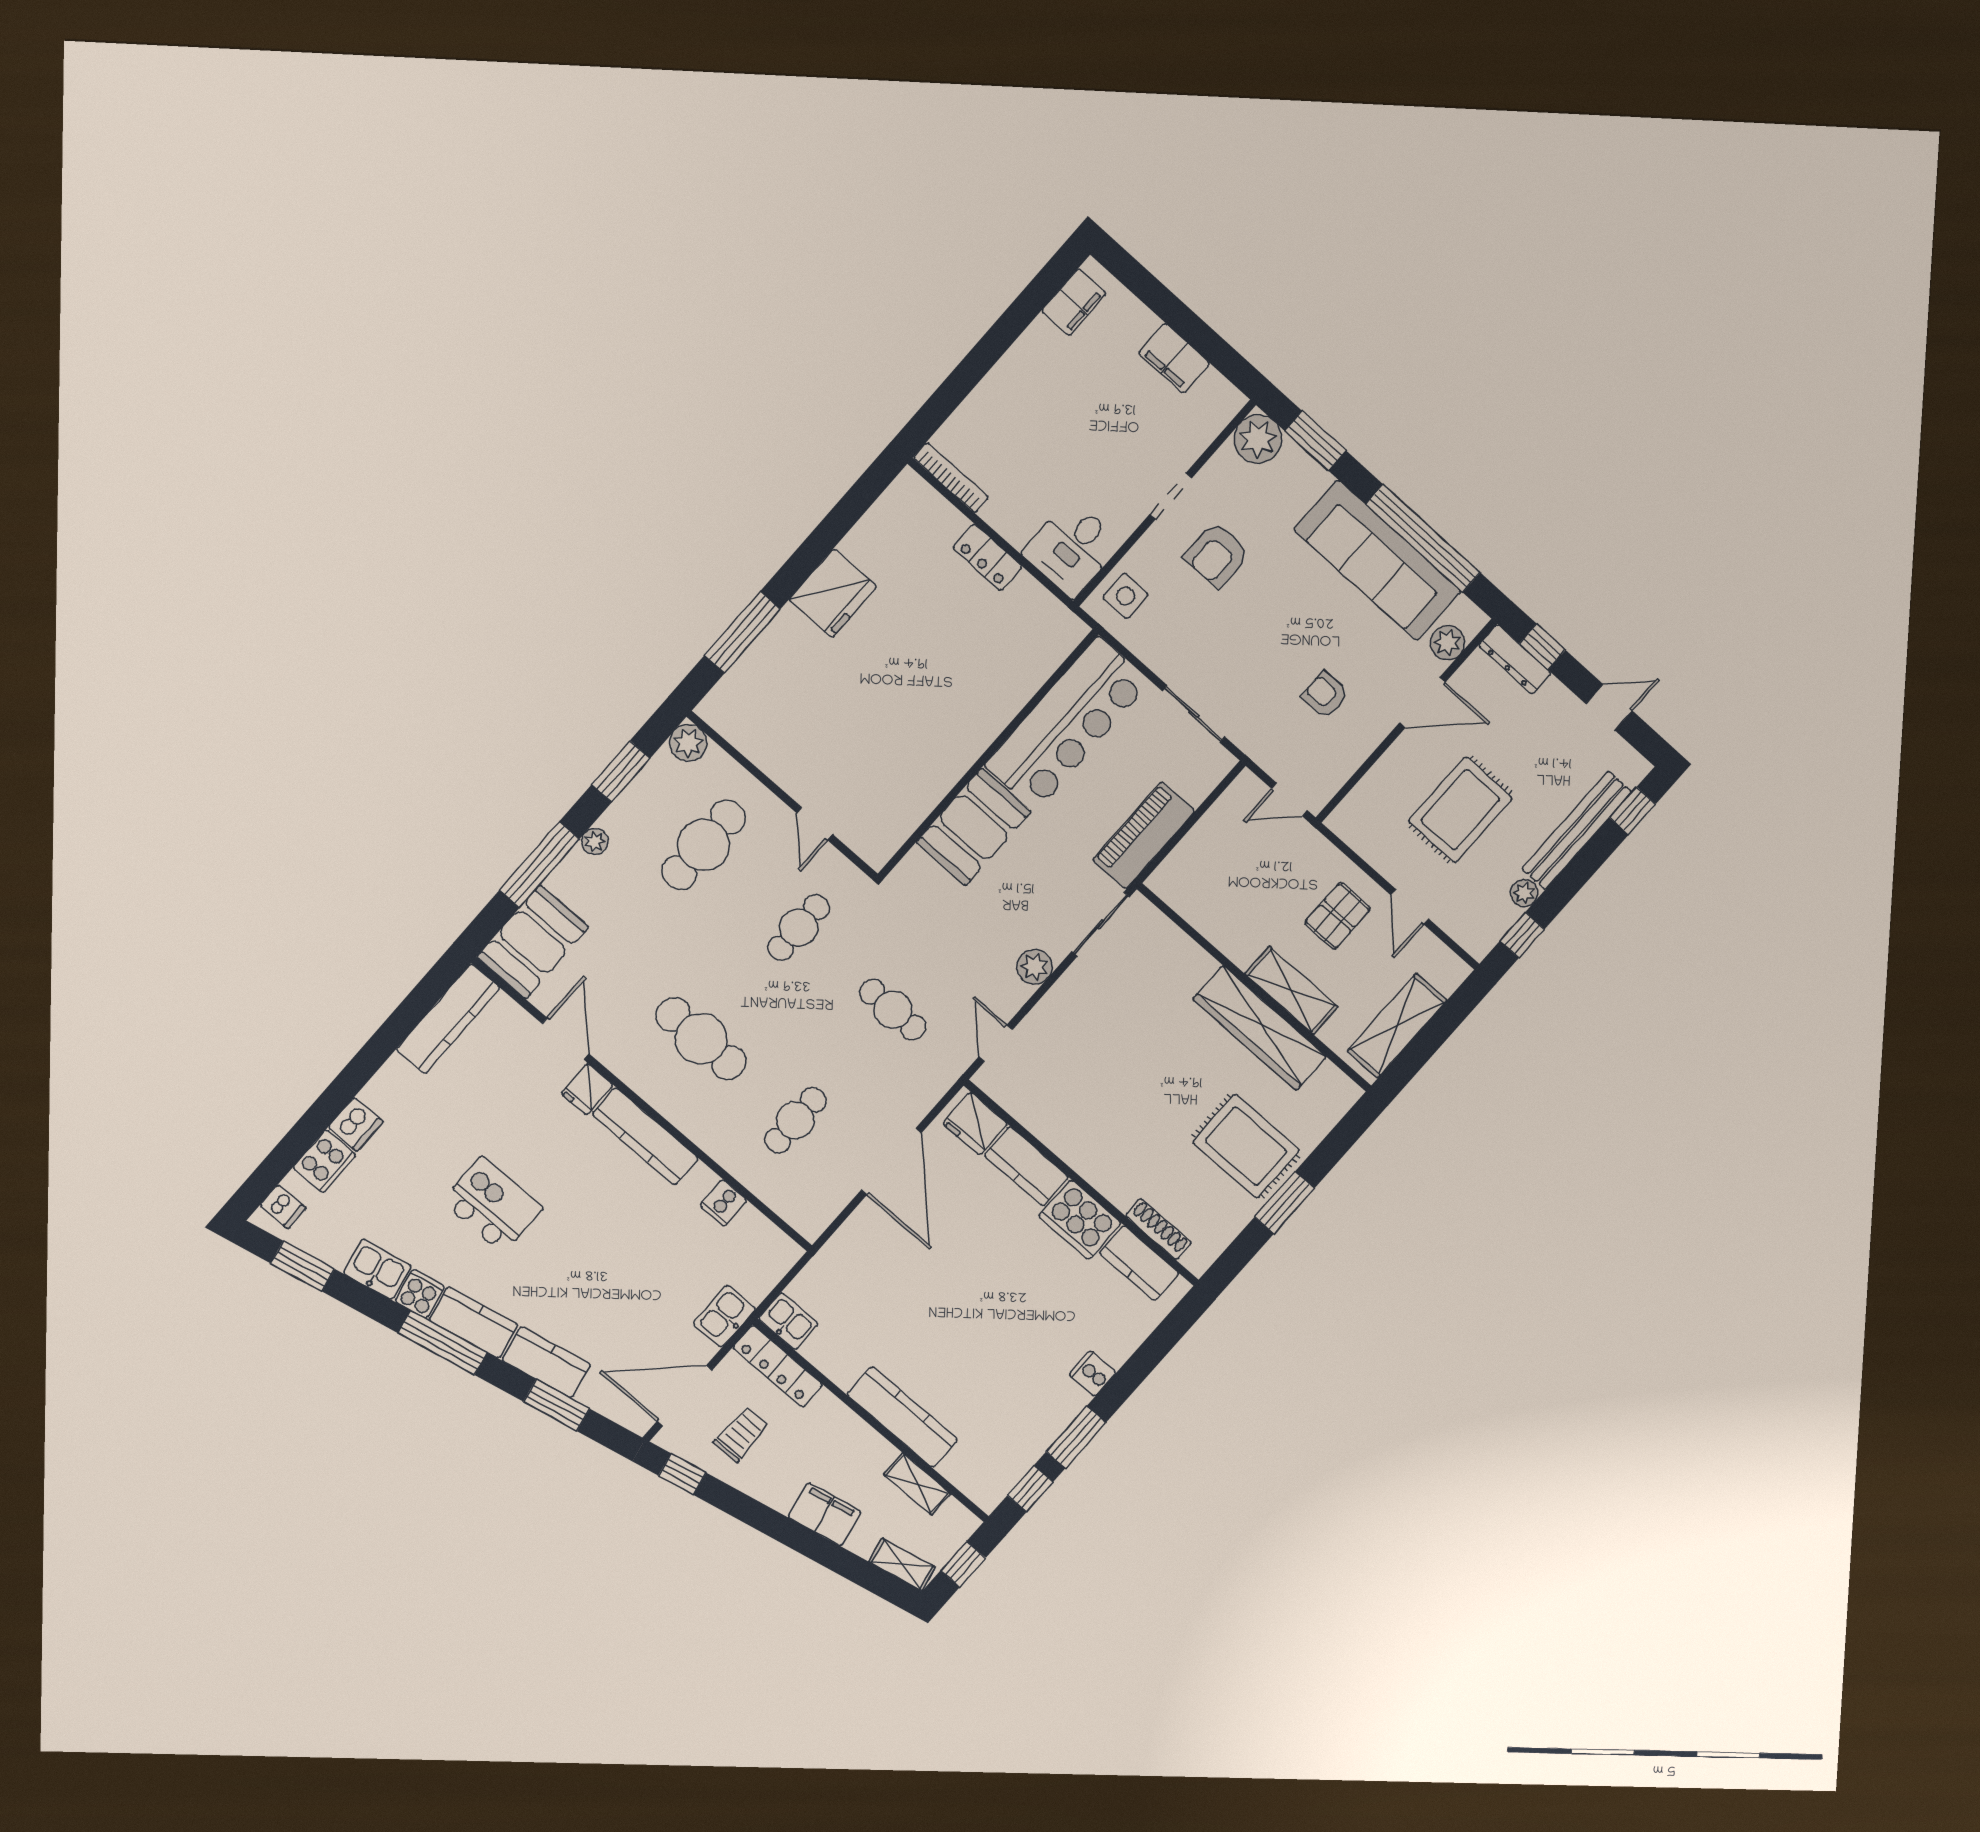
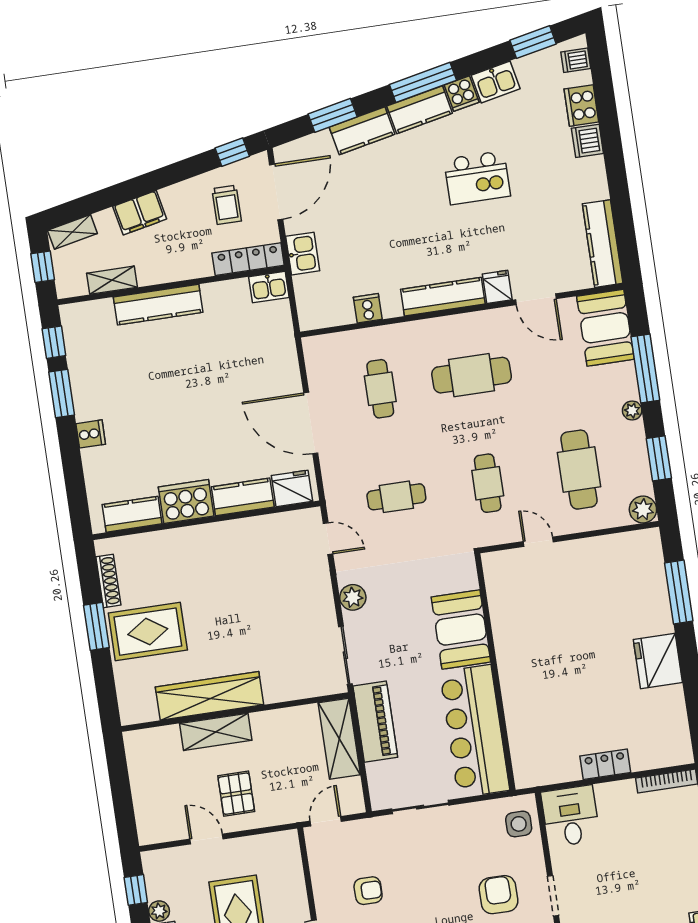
shelving: (1397, 1026) -> (339, 739), moved
shoe rack: (1158, 1229) -> (108, 581), moved, turned -90

